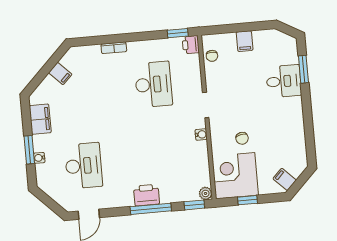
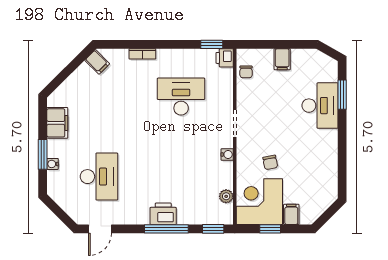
filing cabinet: (60, 74) -> (97, 62), moved
desk: (284, 81) -> (320, 106), width x1.37
desk: (153, 84) -> (181, 97), turned -90
filing cabinet: (285, 179) -> (291, 214), moved, turned 45
plant: (205, 193) -> (226, 196), moved

